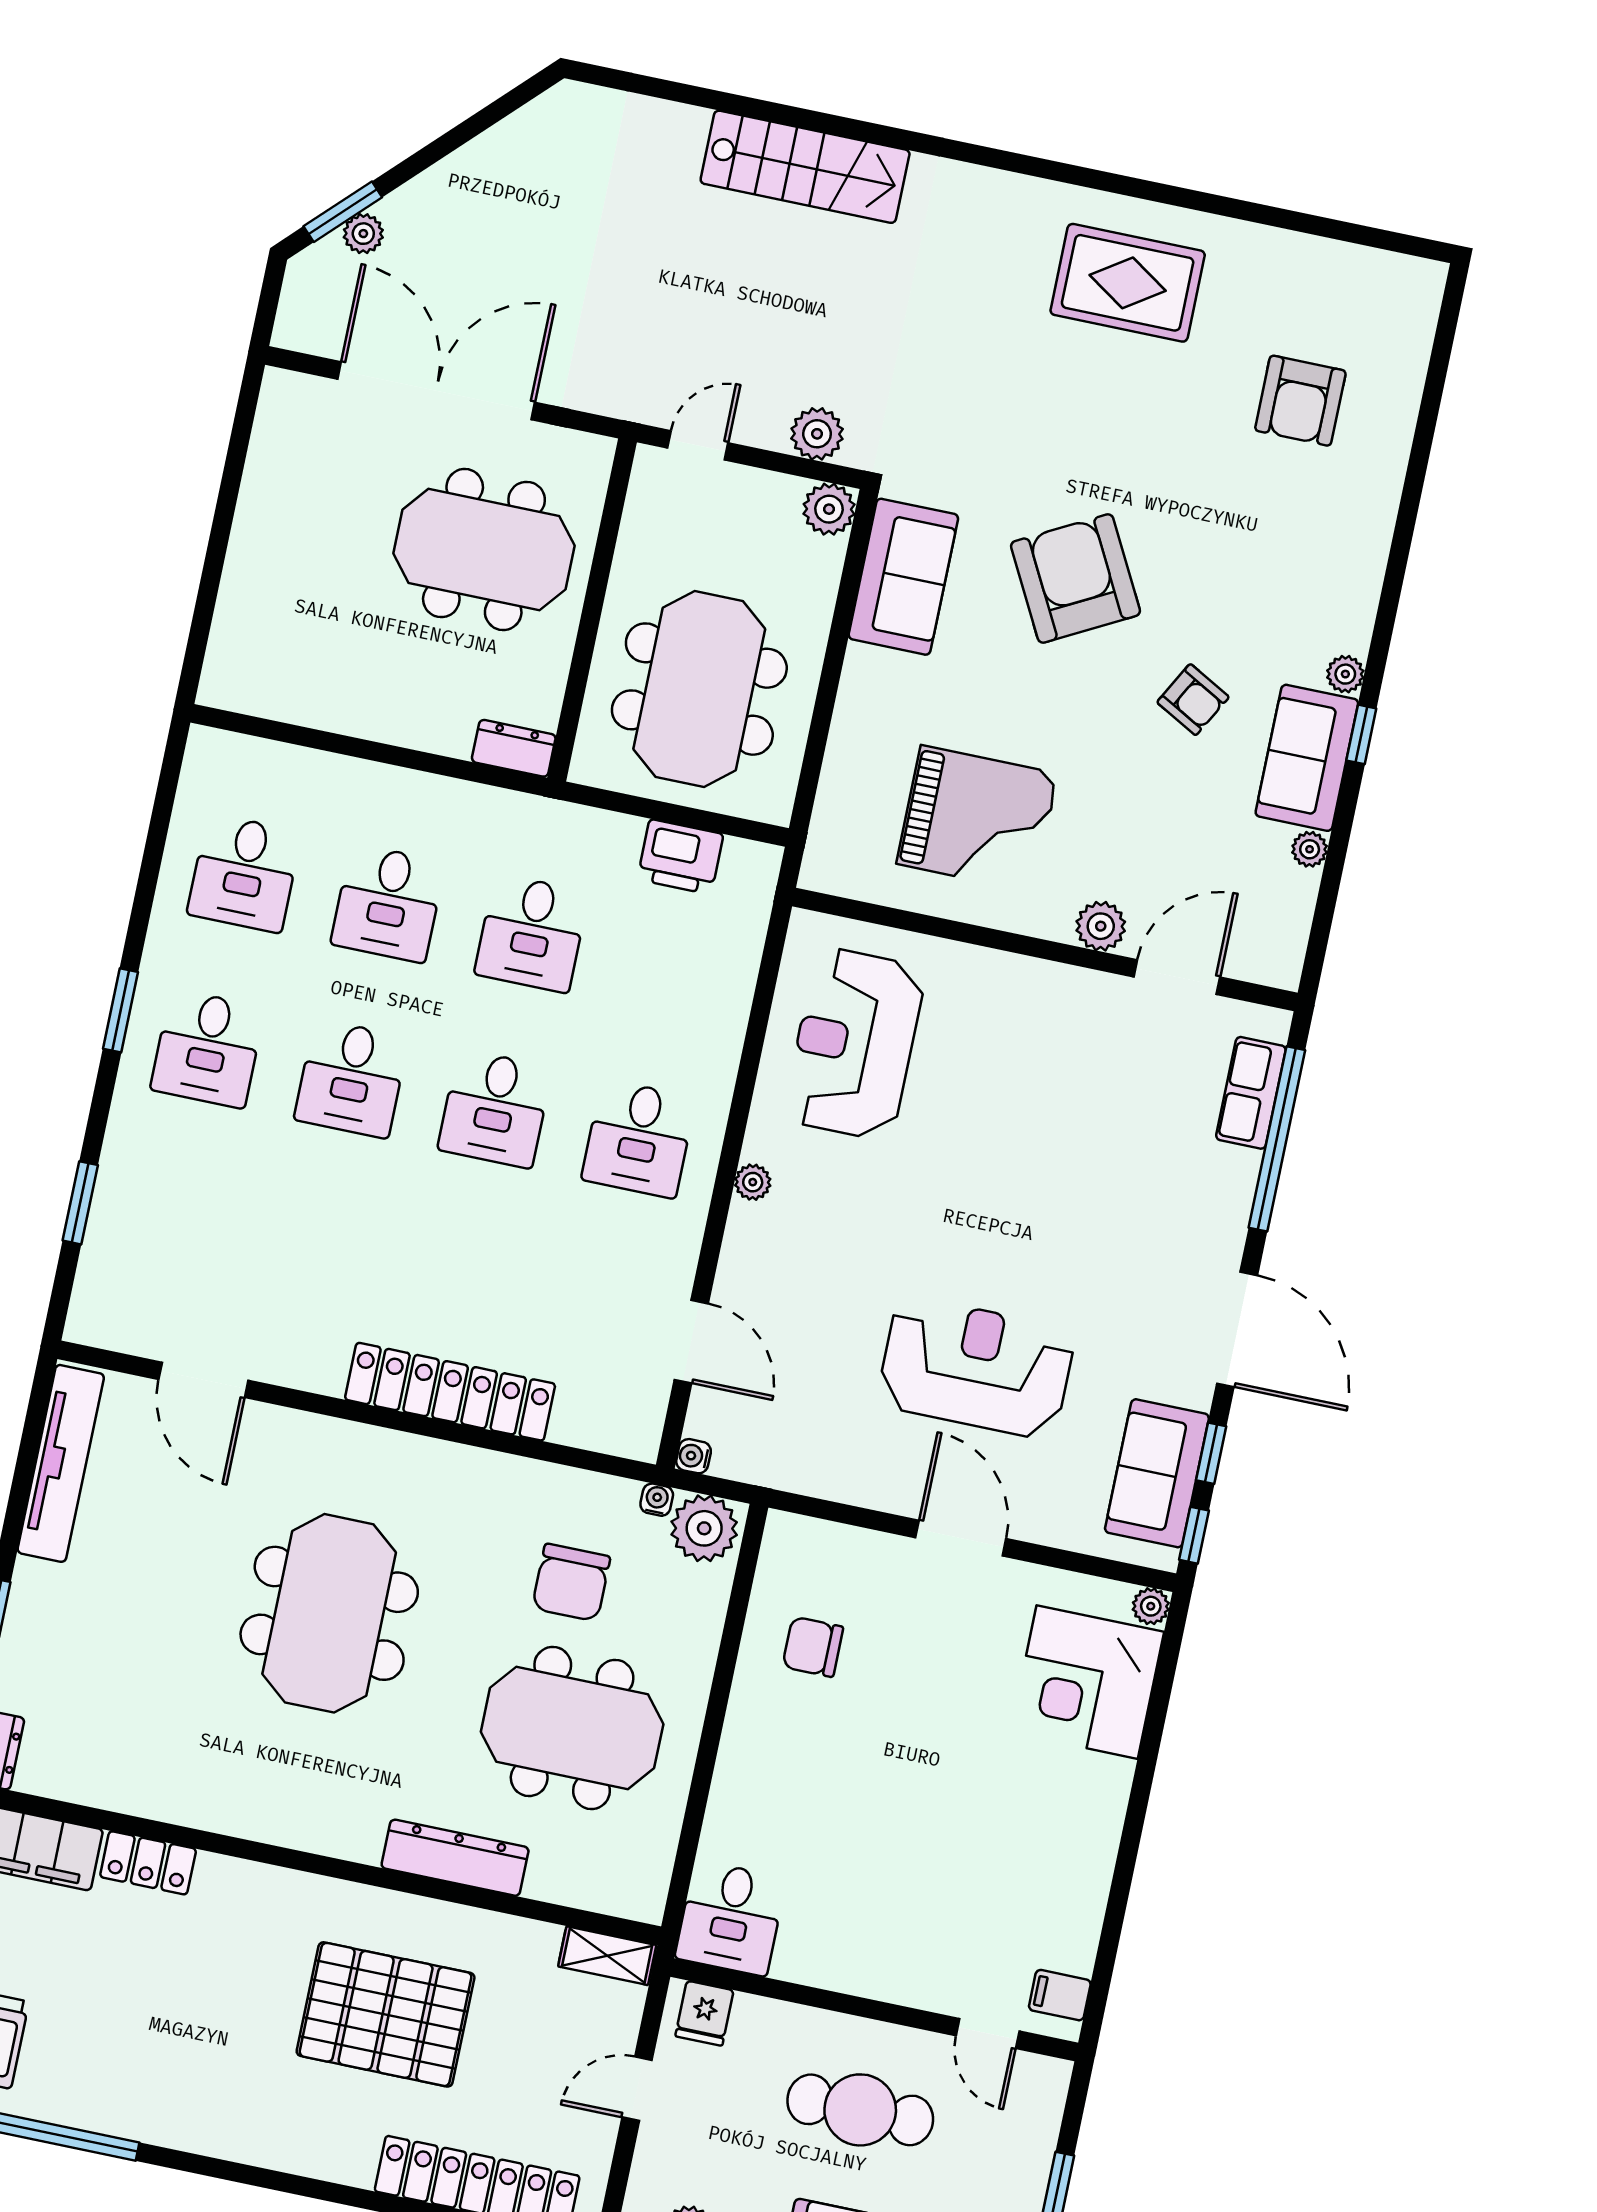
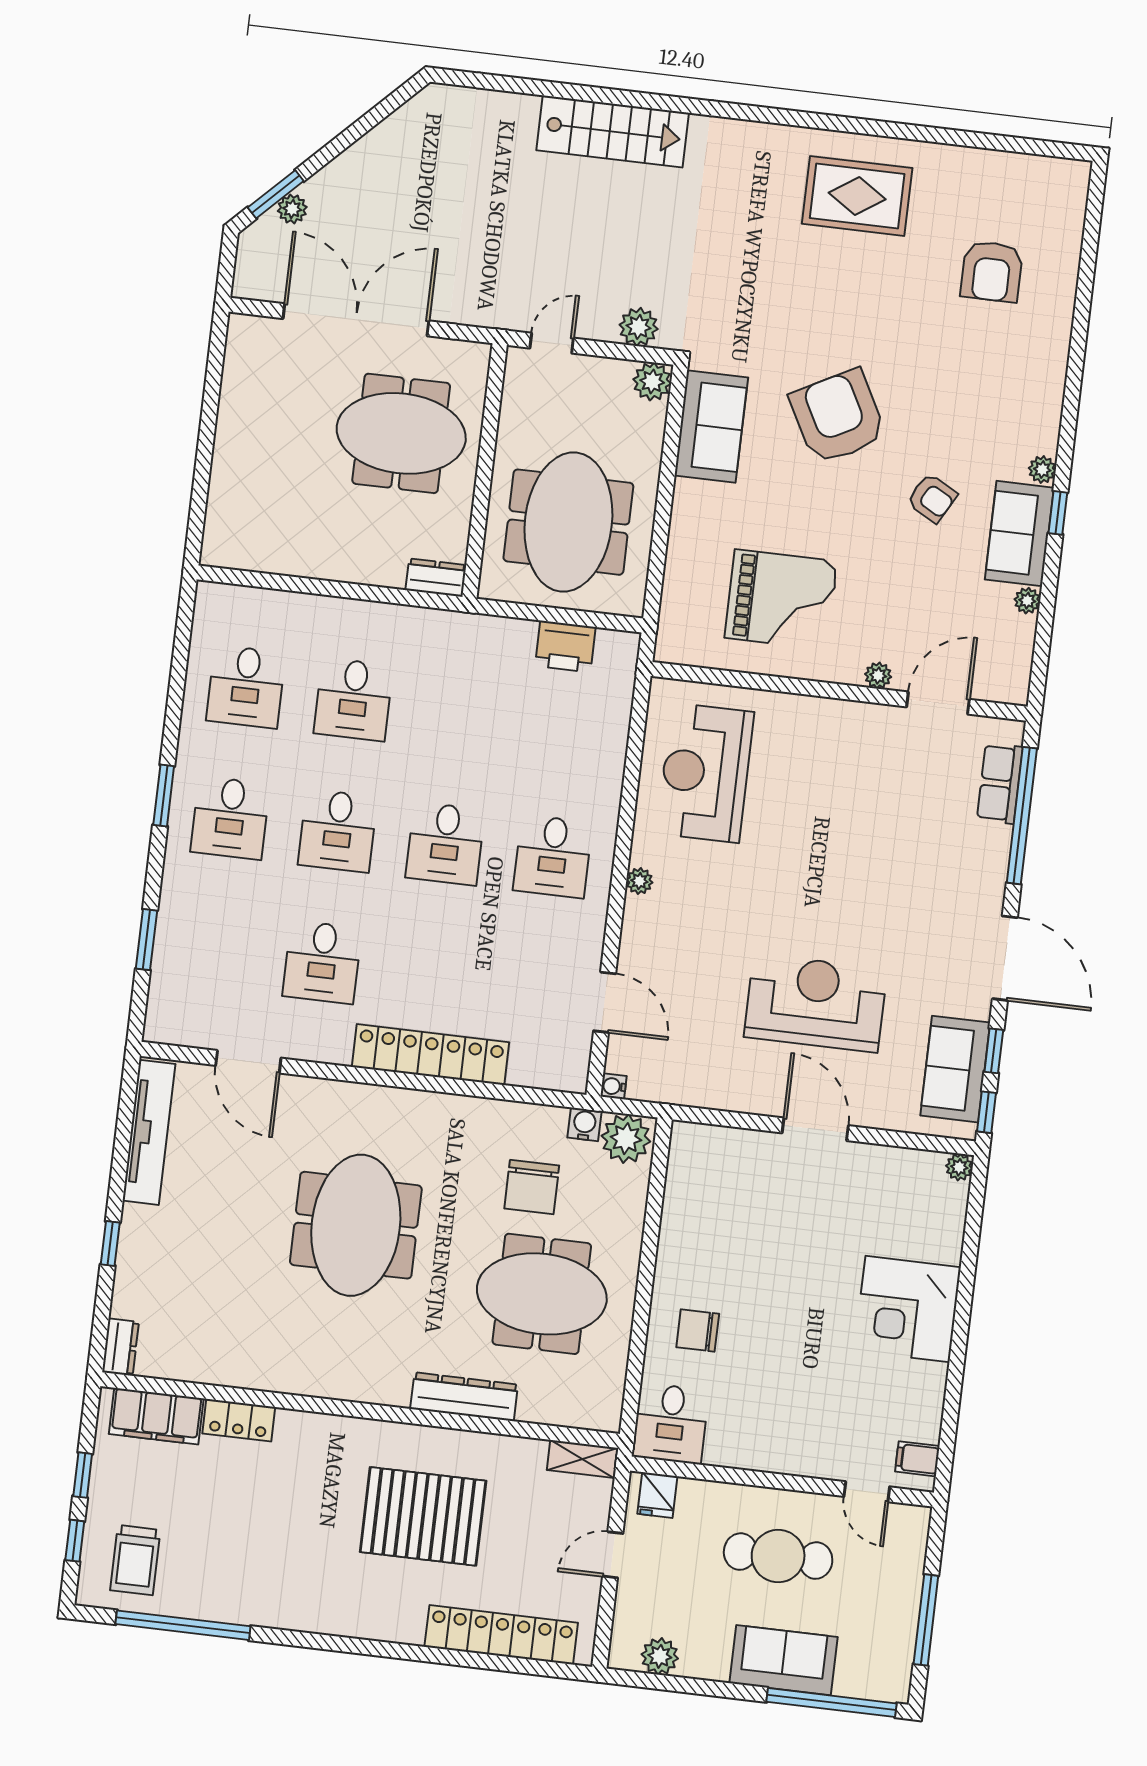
plant: (1101, 926) -> (878, 675), width x0.73, depth x0.73
desk: (532, 933) -> (322, 962), moved
water cooler: (657, 1500) -> (585, 1124), width x1.38, depth x1.38
chair: (813, 1647) -> (698, 1330), moved
corner desk: (1087, 1682) -> (908, 1309), moved

